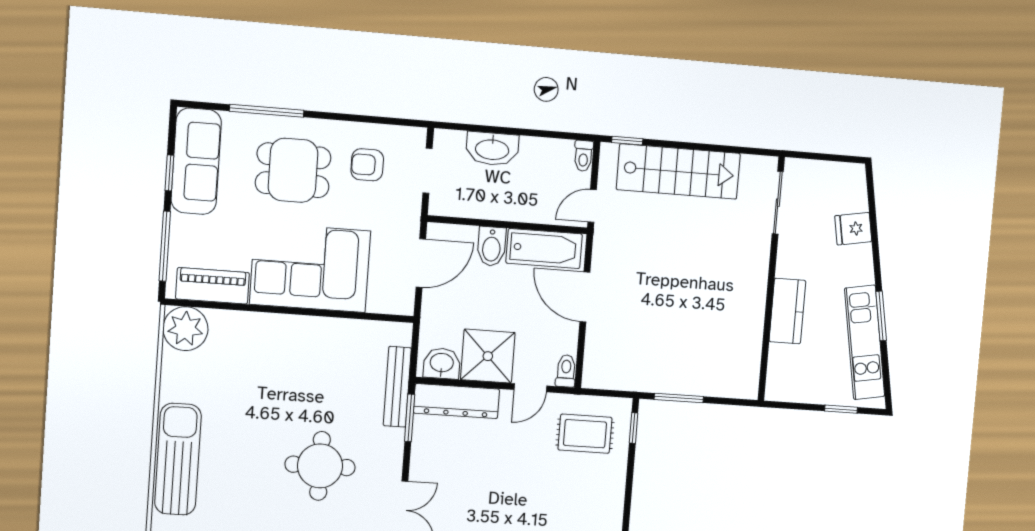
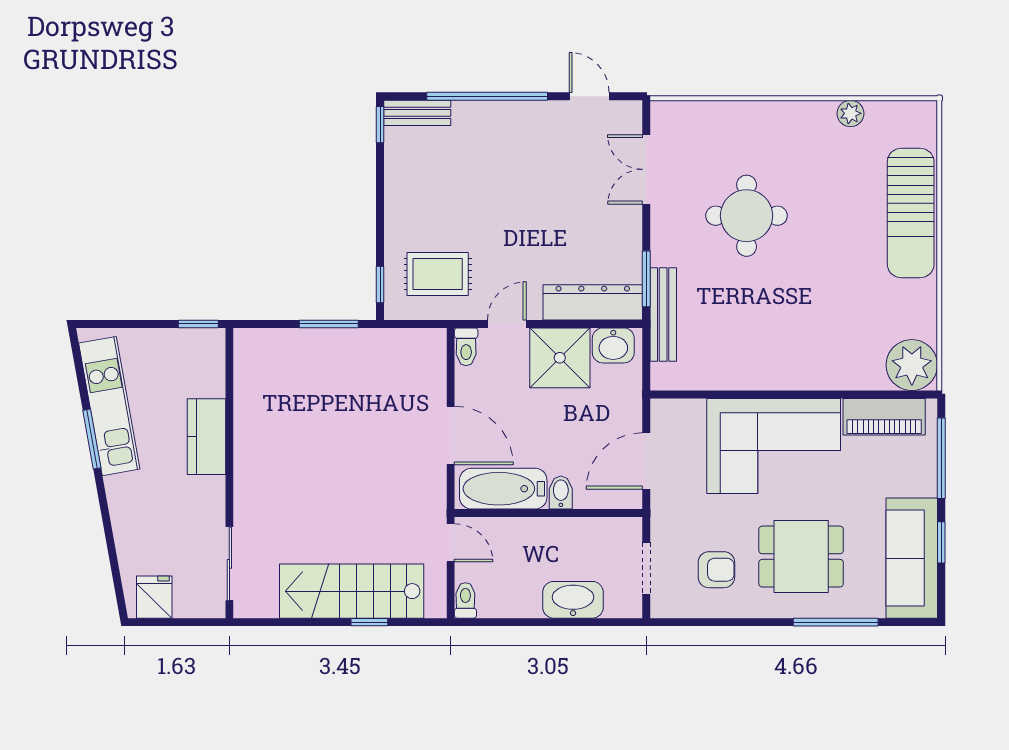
window: (627, 141) -> (369, 622), moved
door: (592, 206) -> (451, 543), hinge flipped
fridge: (853, 229) -> (154, 597), moved, turned -80
bidet: (492, 246) -> (561, 493), width x0.72, depth x0.74
window: (841, 409) -> (198, 324), moved

